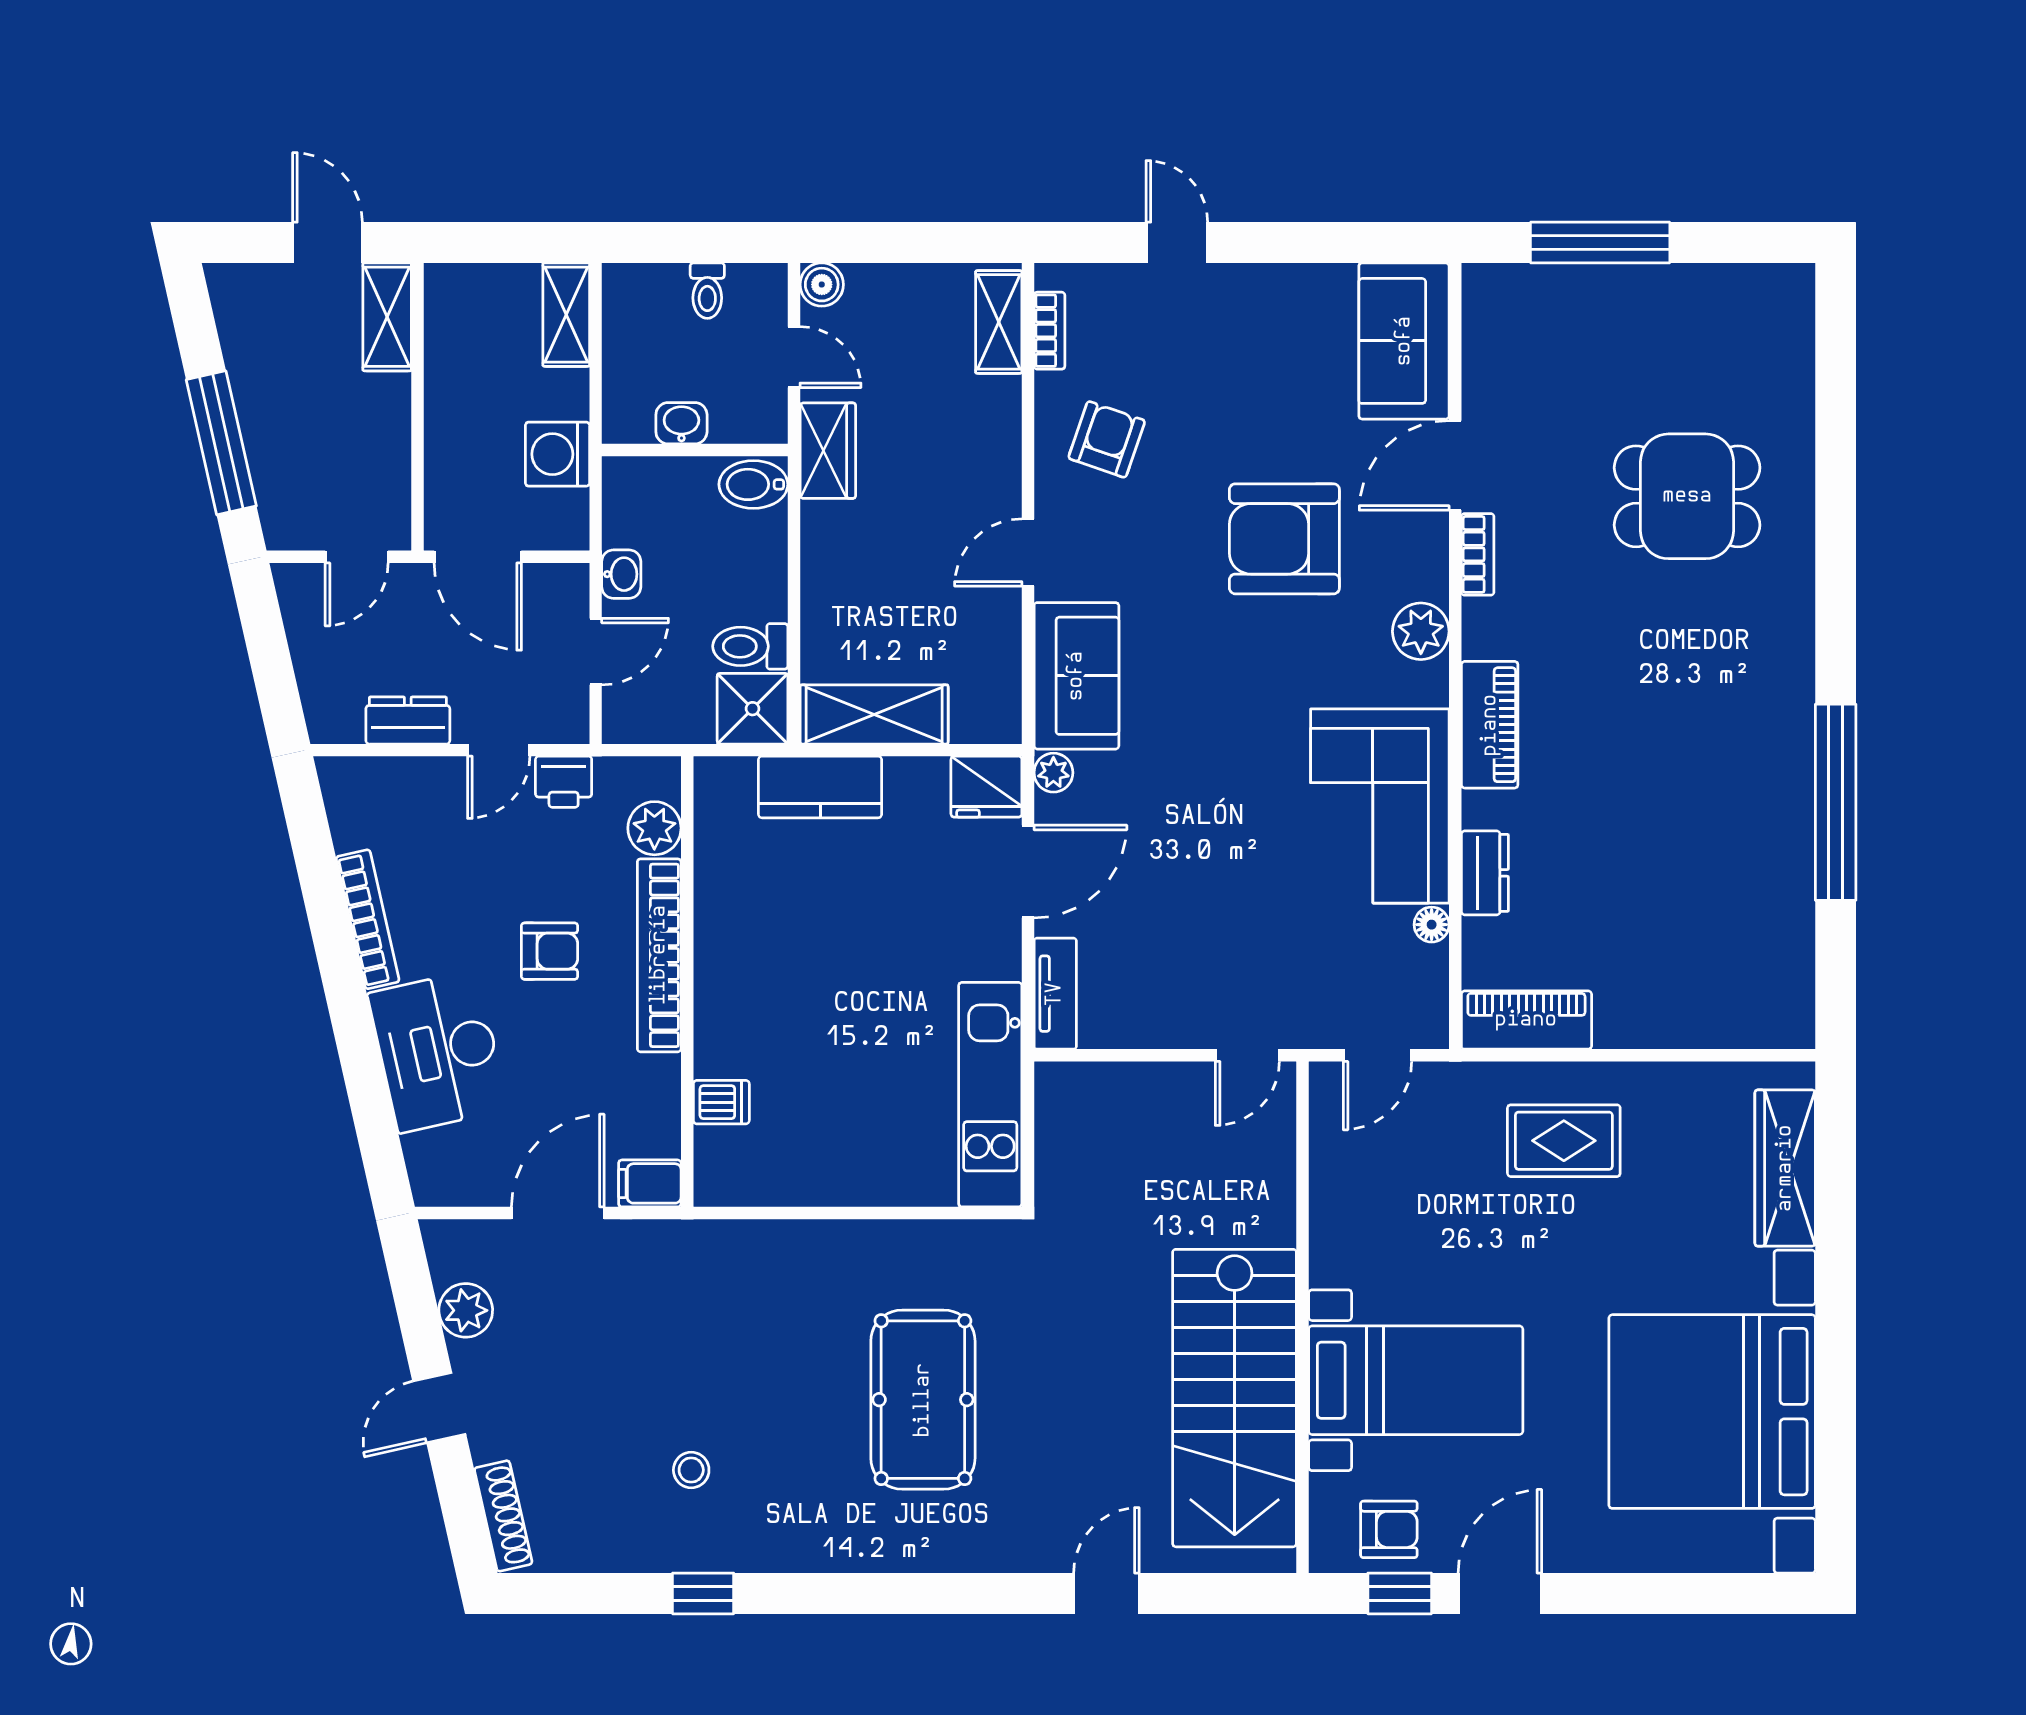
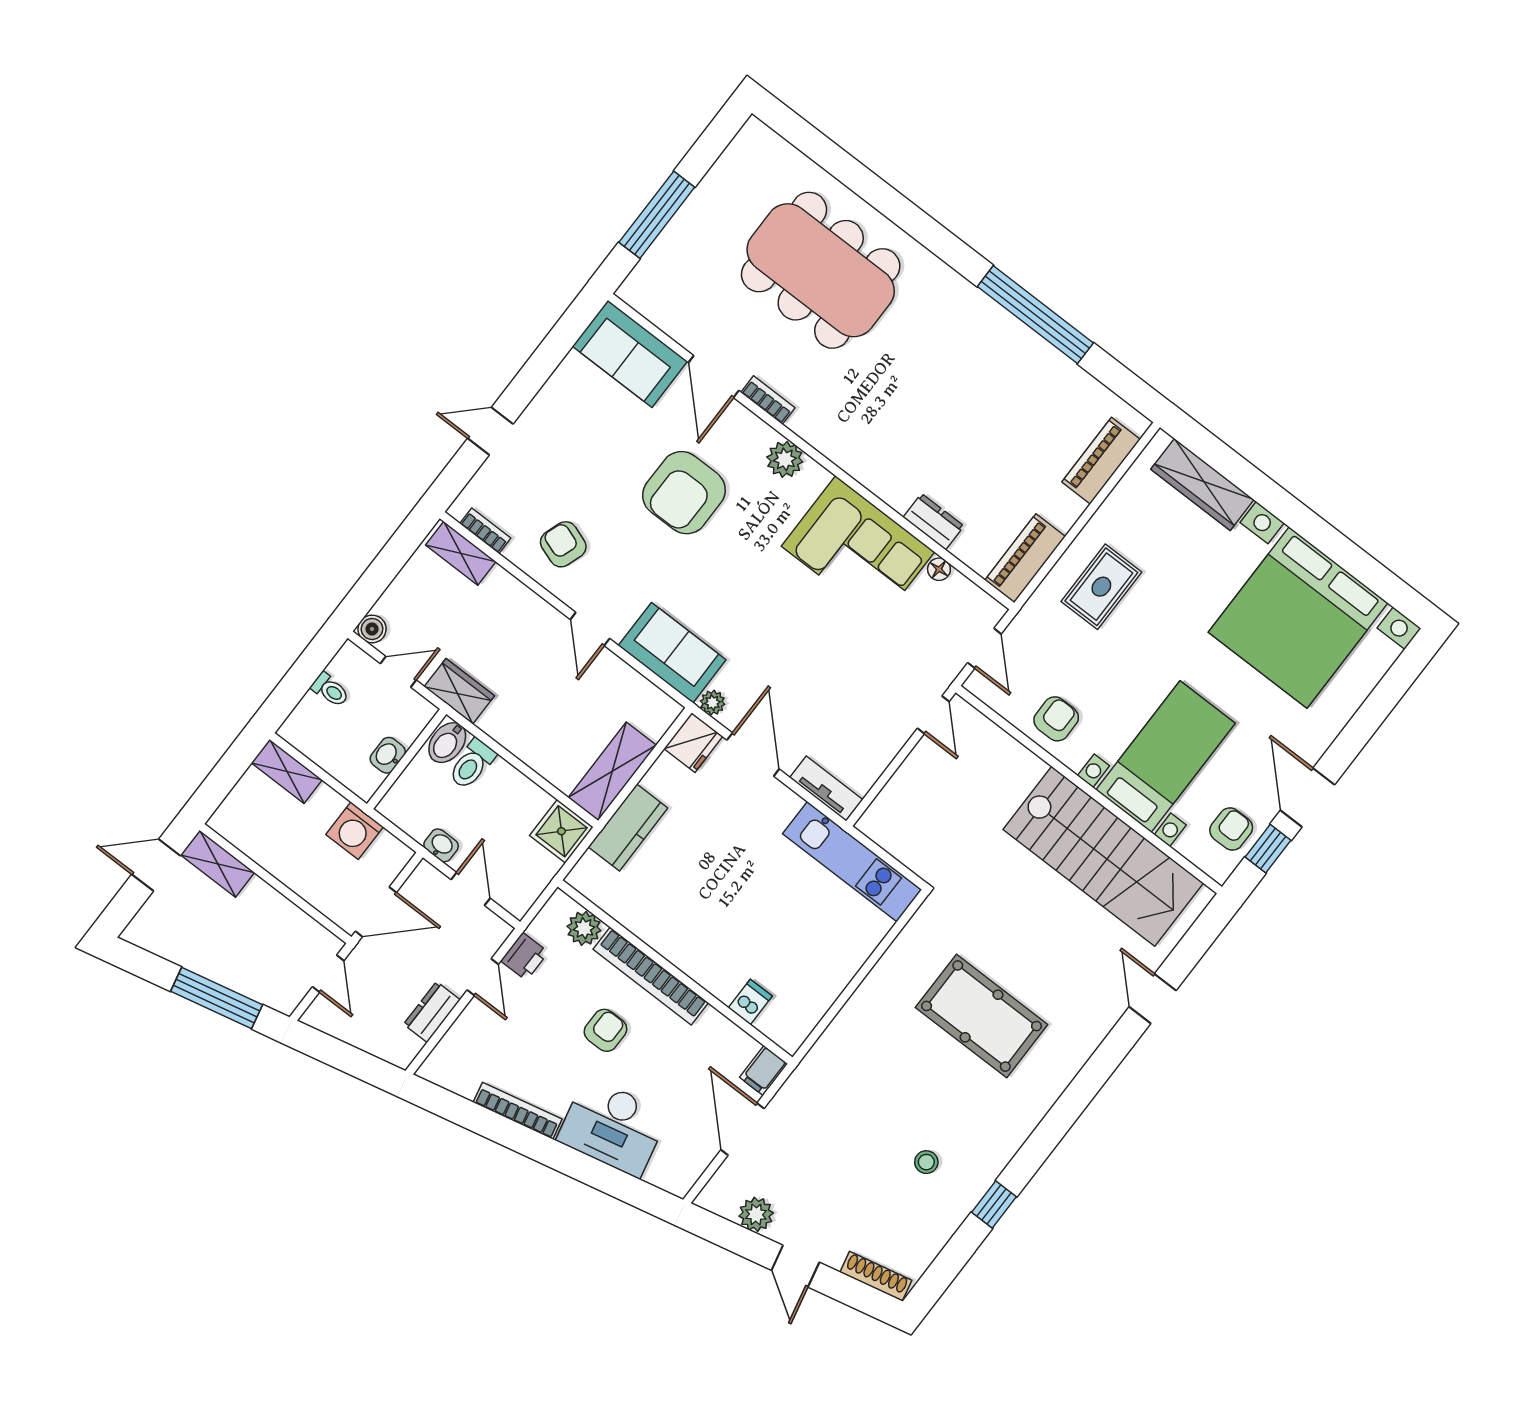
dining table: (1687, 496) -> (821, 270), width x1.88, depth x1.24
toilet: (750, 646) -> (472, 764), moved
piano: (1490, 725) -> (1101, 461), moved, turned -90
armchair: (1359, 1210) -> (1056, 719), added

